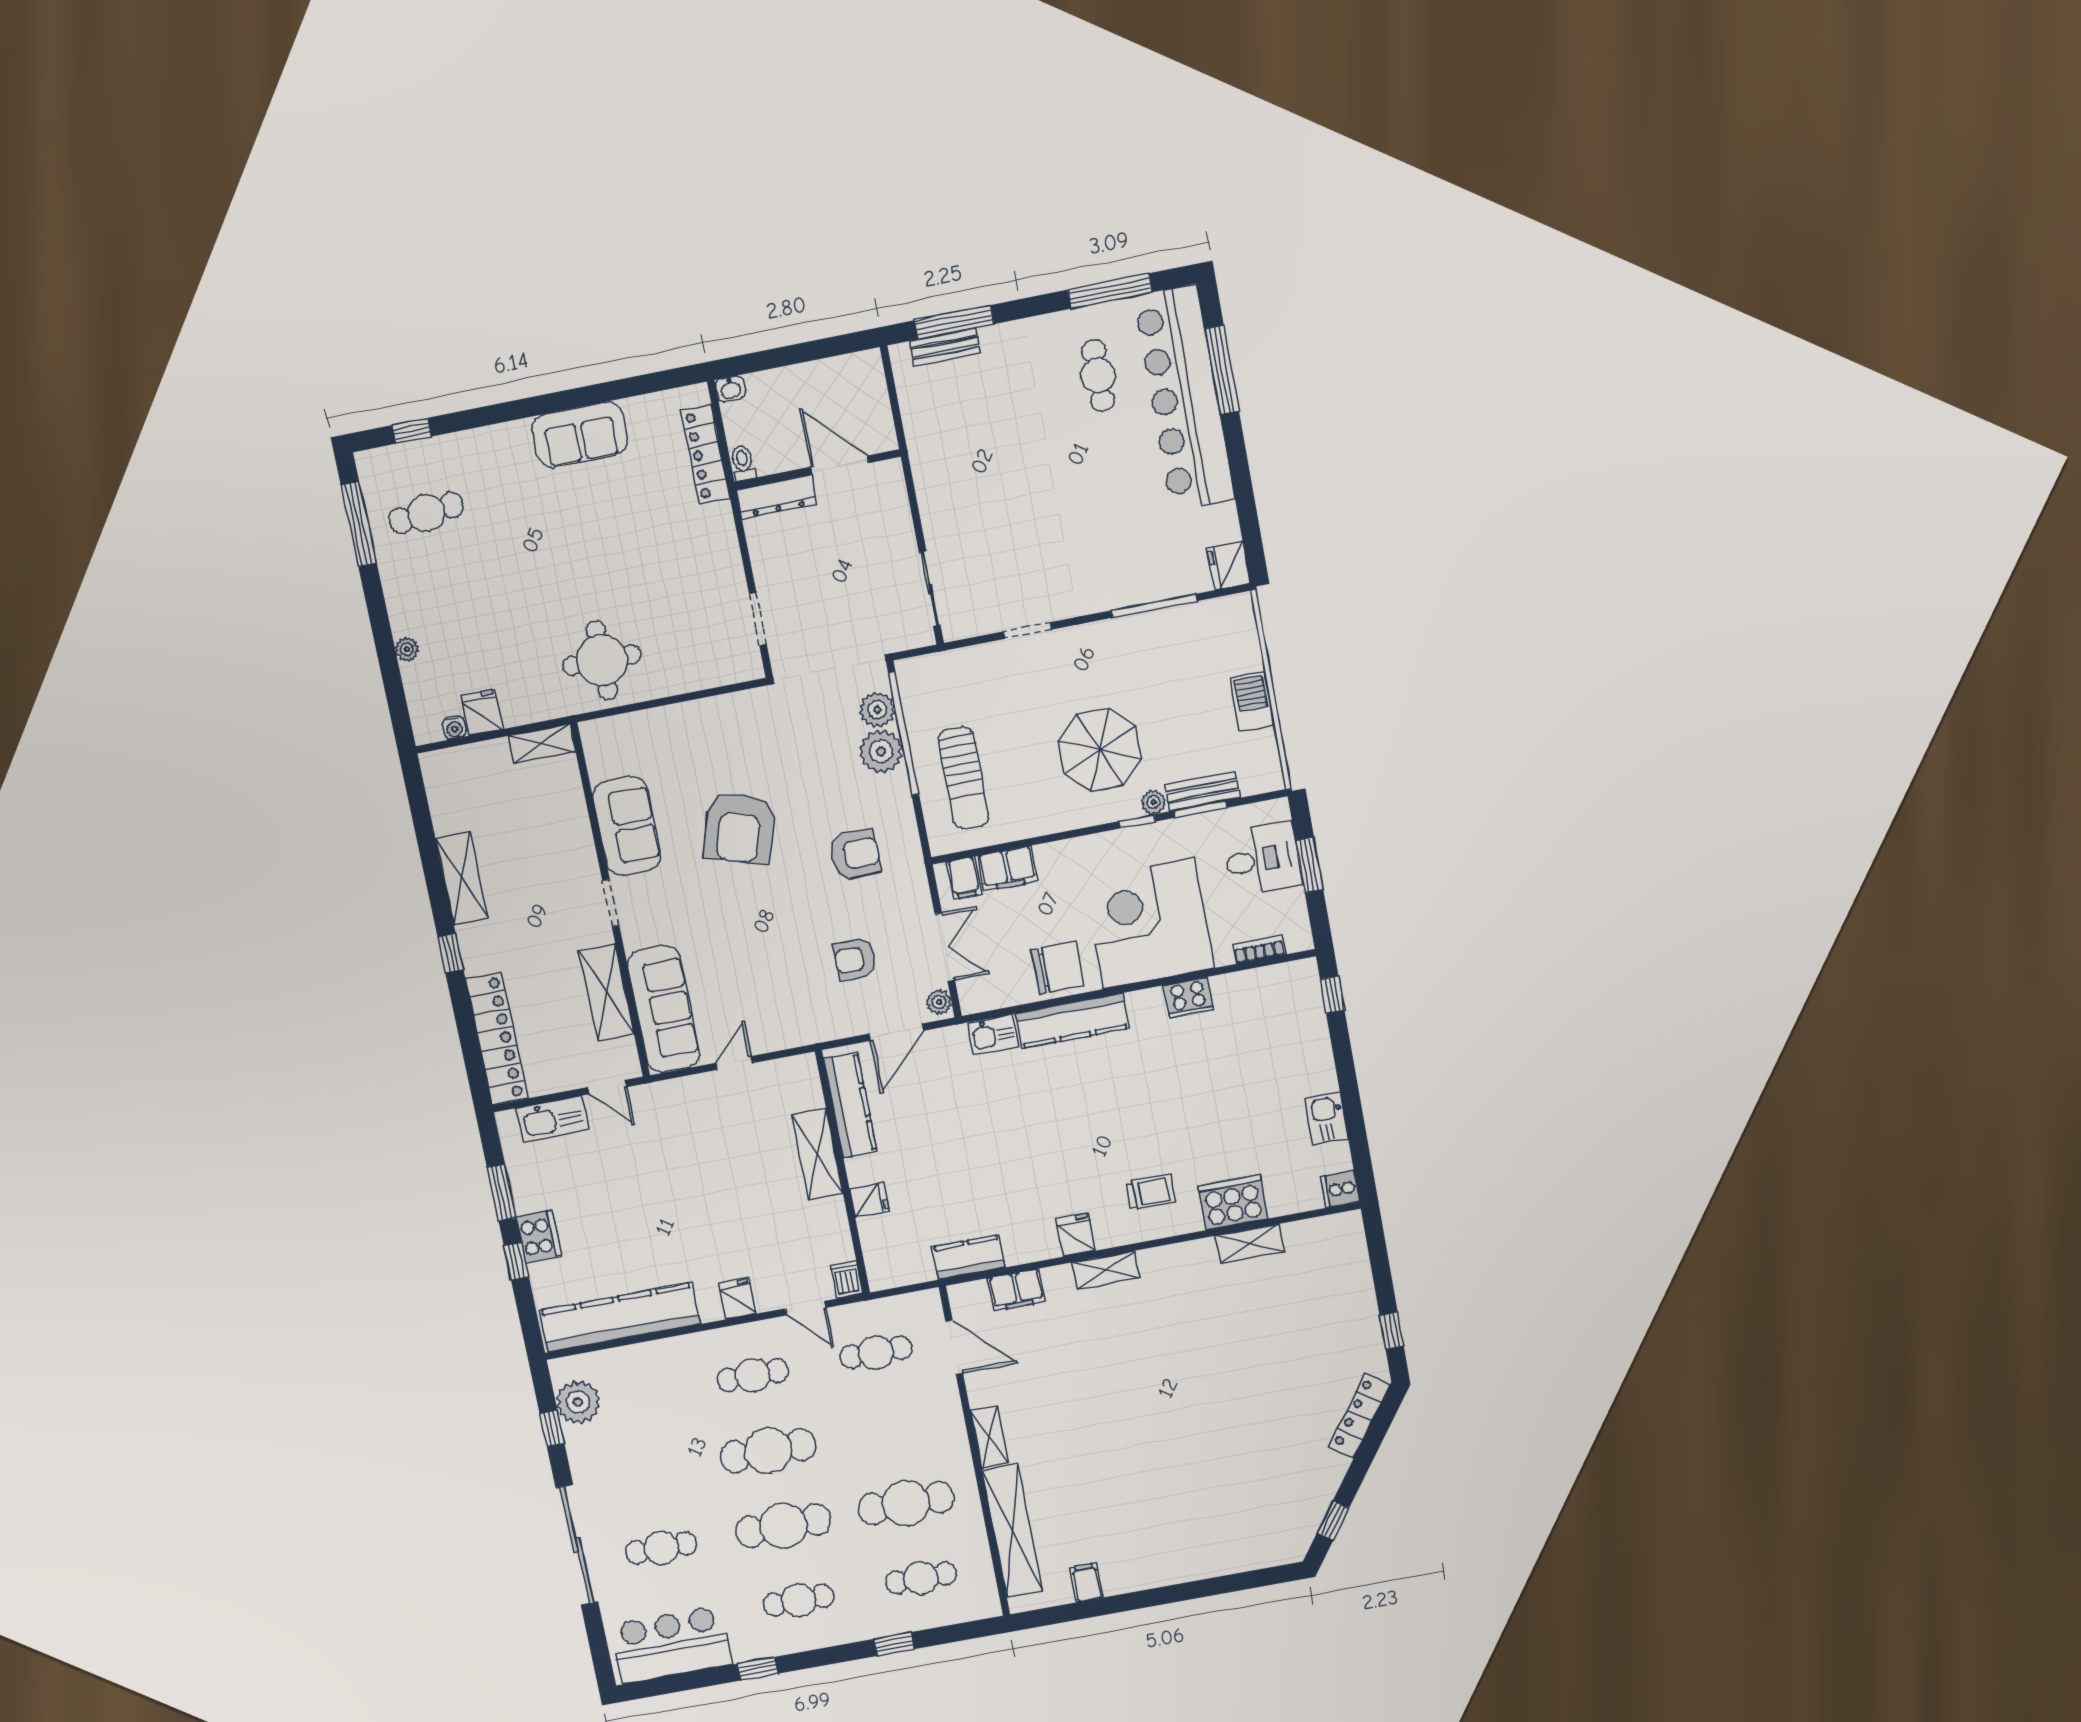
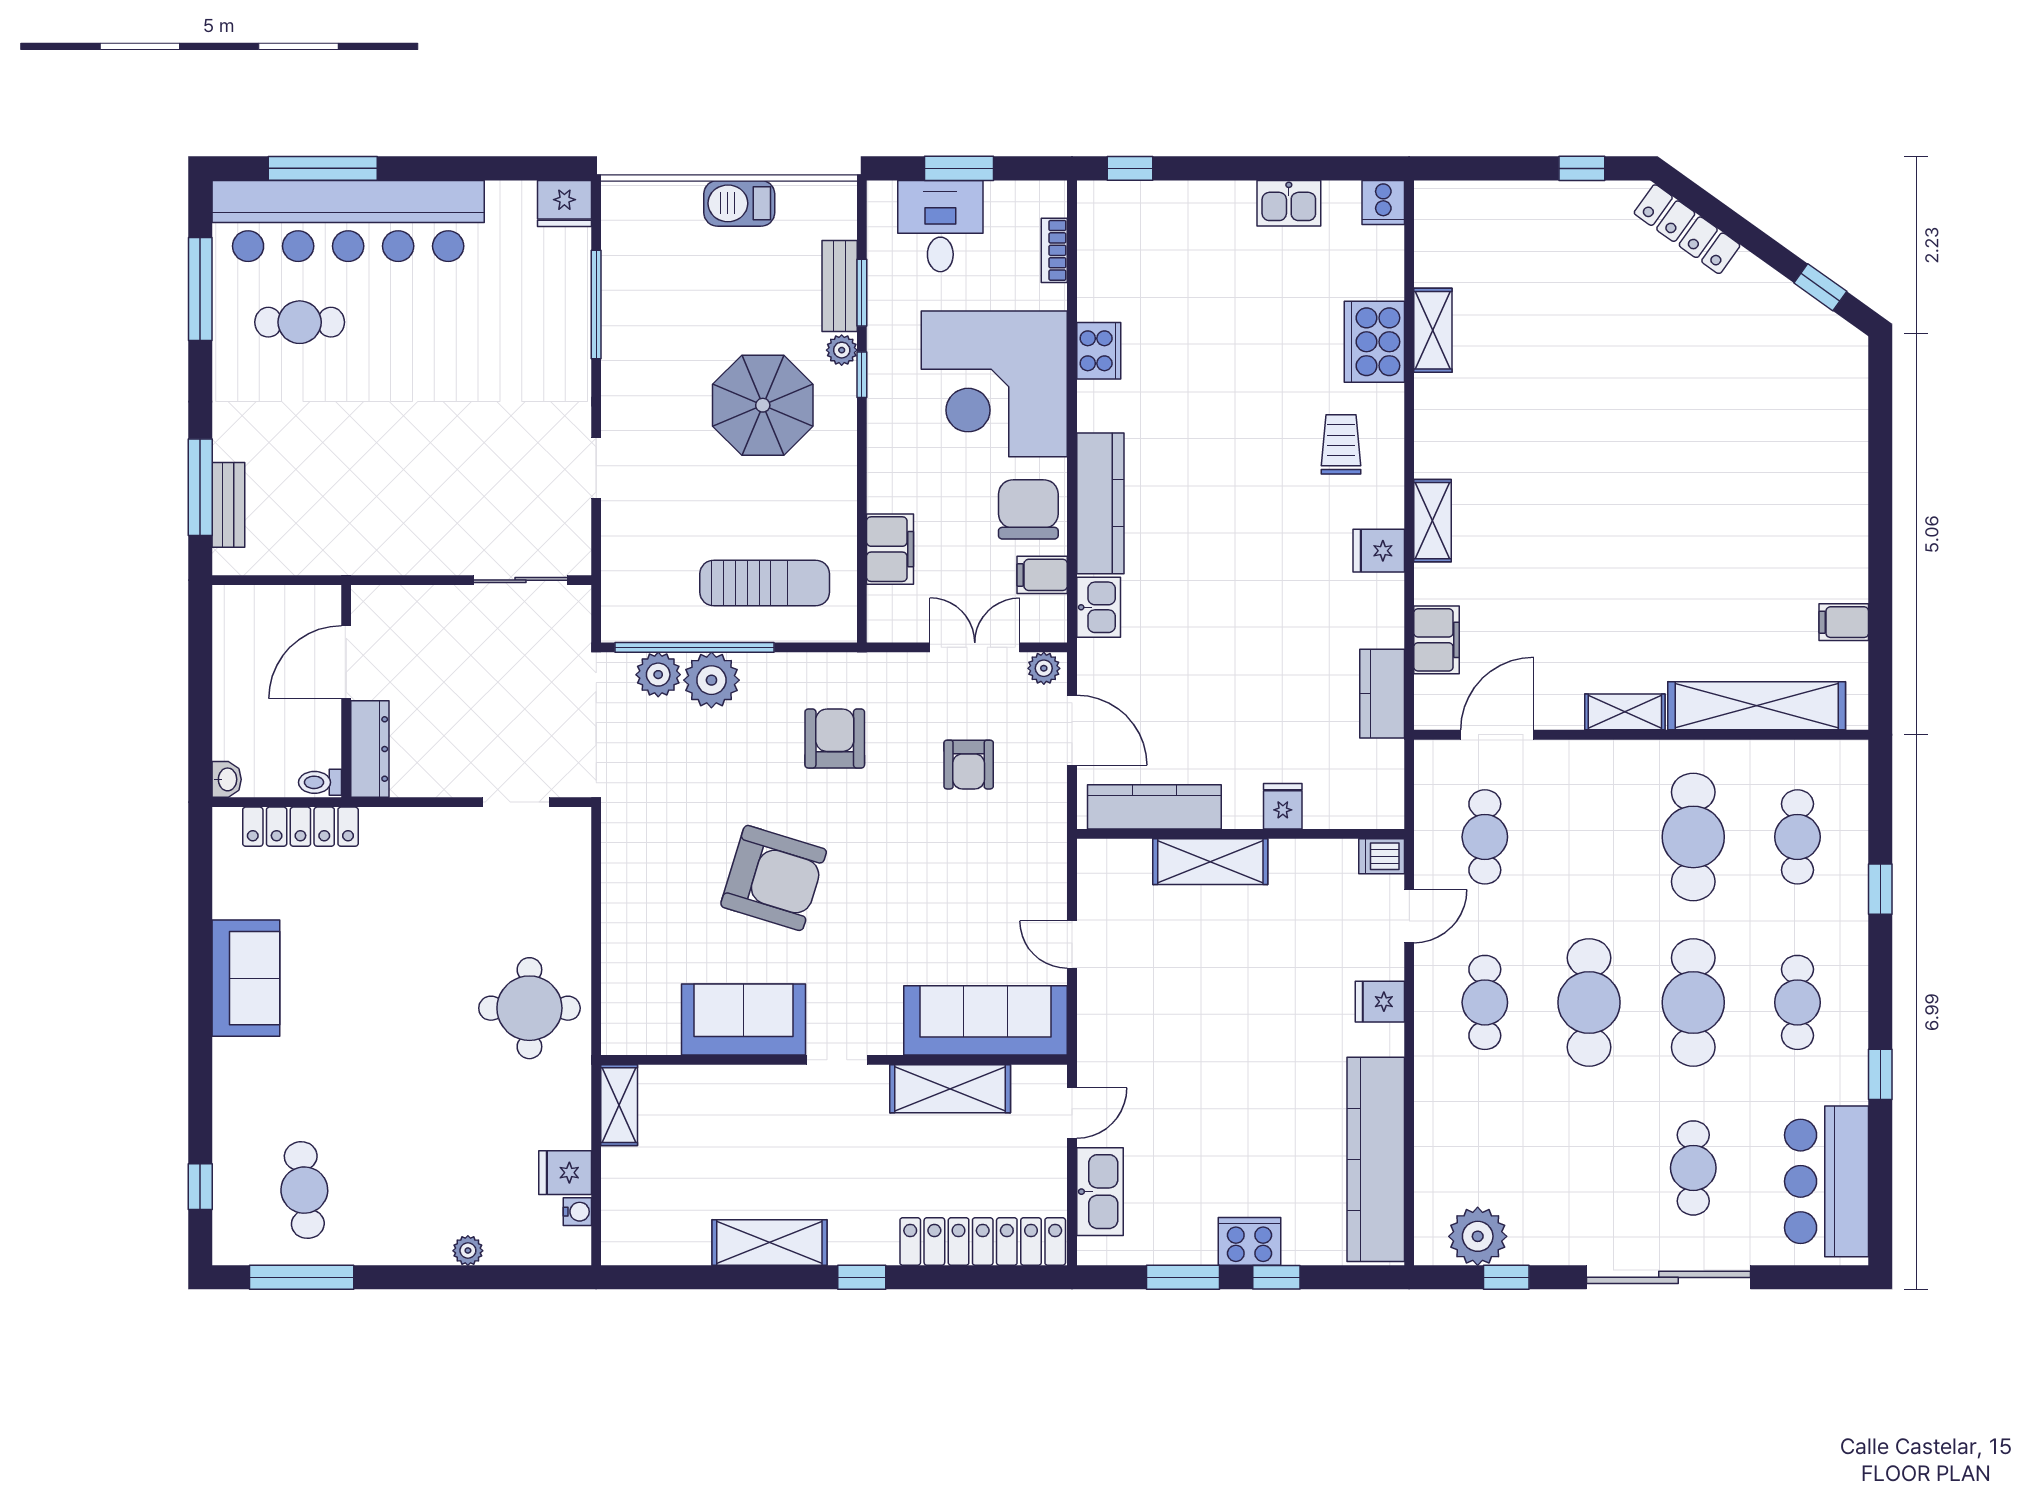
filing cabinet: (964, 878) -> (1042, 575), moved, turned 180

